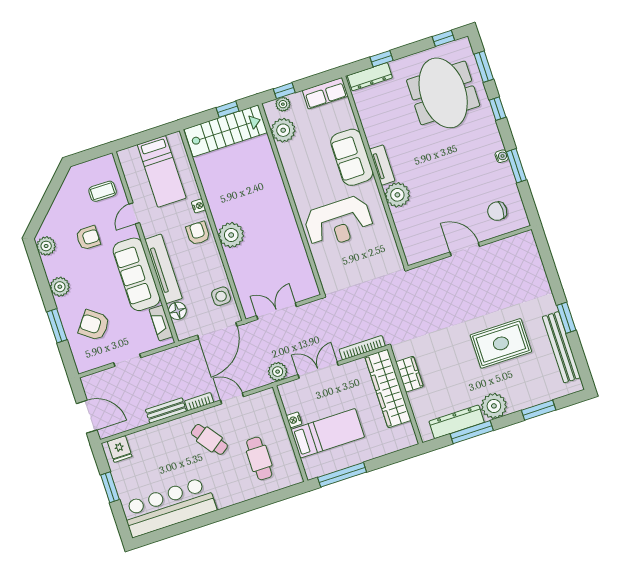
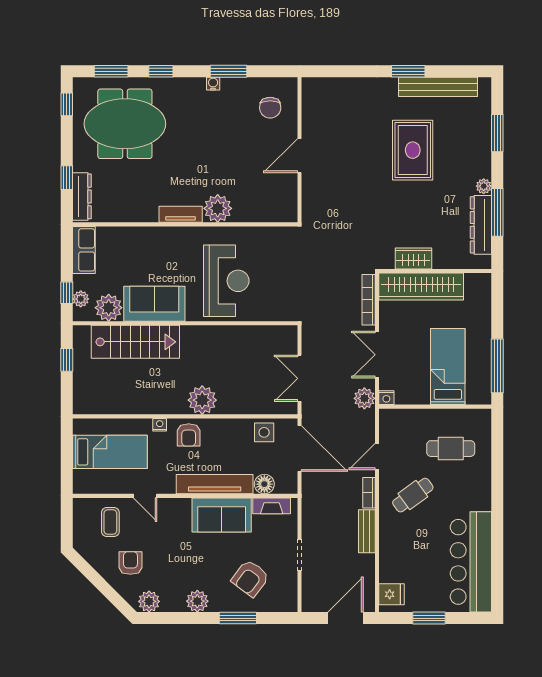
stairs: (226, 131) -> (135, 342), moved, turned 90
sofa: (352, 157) -> (154, 304), moved, turned 180
armchair: (198, 233) -> (189, 435), turned -90
armchair: (88, 238) -> (130, 563), moved
sofa: (137, 274) -> (222, 515), width x0.73
plant: (494, 406) -> (484, 186), width x0.53, depth x0.53
nightstand: (294, 420) -> (386, 398), moved

